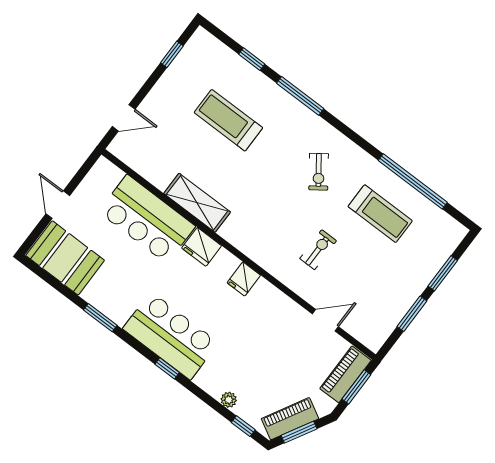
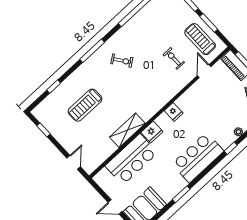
window: (300, 96) -> (92, 51), moved
treadmill: (380, 214) -> (200, 39), moved, turned -90
exercise bike: (318, 250) -> (174, 58), moved
window: (167, 368) -> (231, 148), moved

